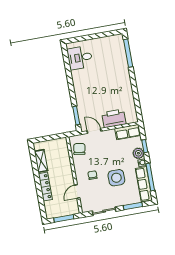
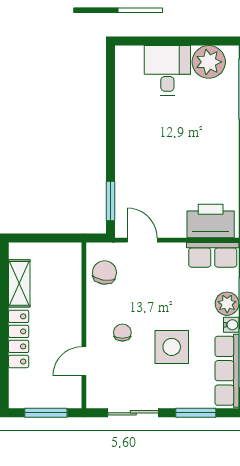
plant: (110, 43) -> (209, 62), added
desk: (80, 58) -> (167, 70), moved, turned 90
printer: (114, 118) -> (211, 221), moved

